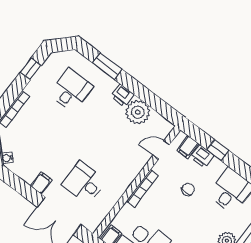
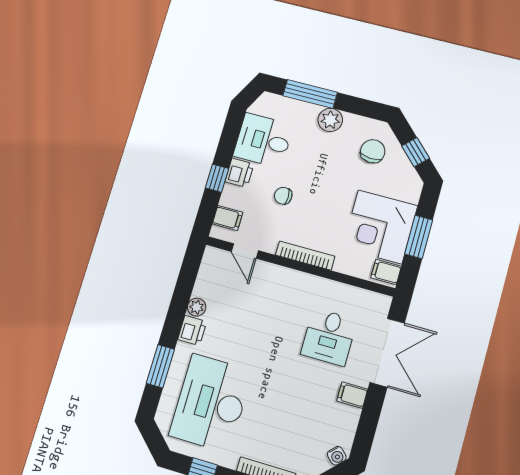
desk: (71, 90) -> (211, 403), width x1.87, depth x1.30
plant: (138, 112) -> (197, 307), width x0.53, depth x0.53
printer: (202, 157) -> (239, 173), moved

